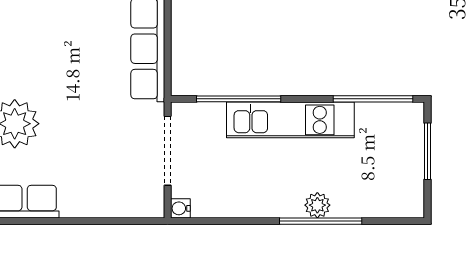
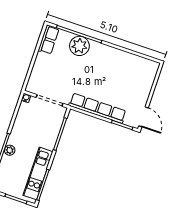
kitchen unit: (290, 120) -> (38, 173), moved

